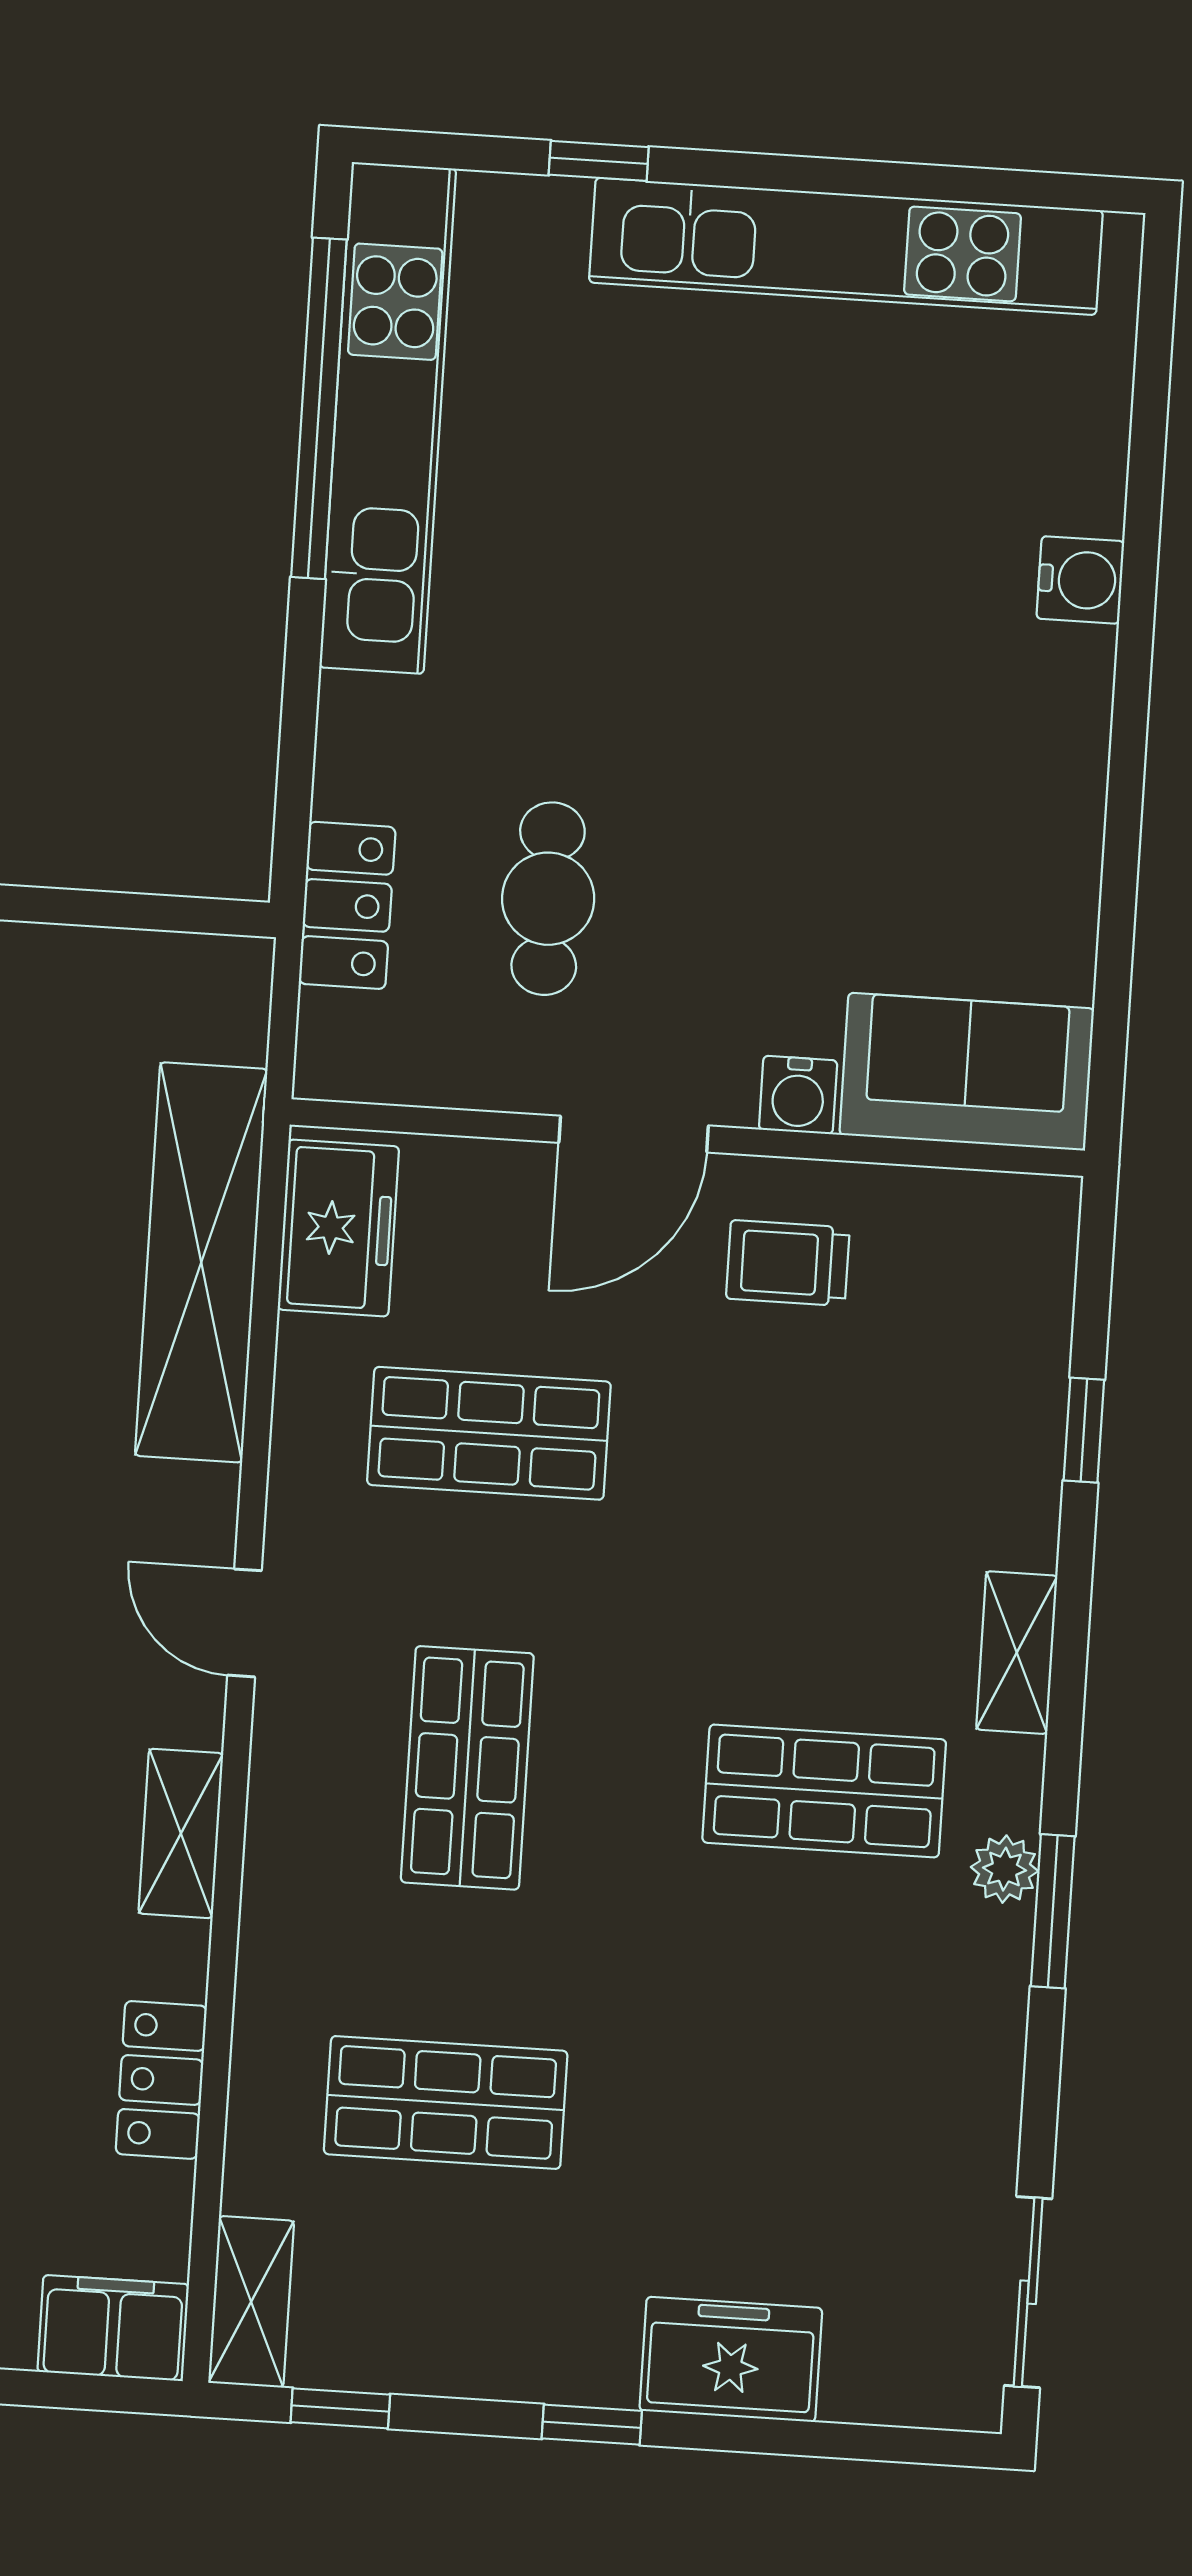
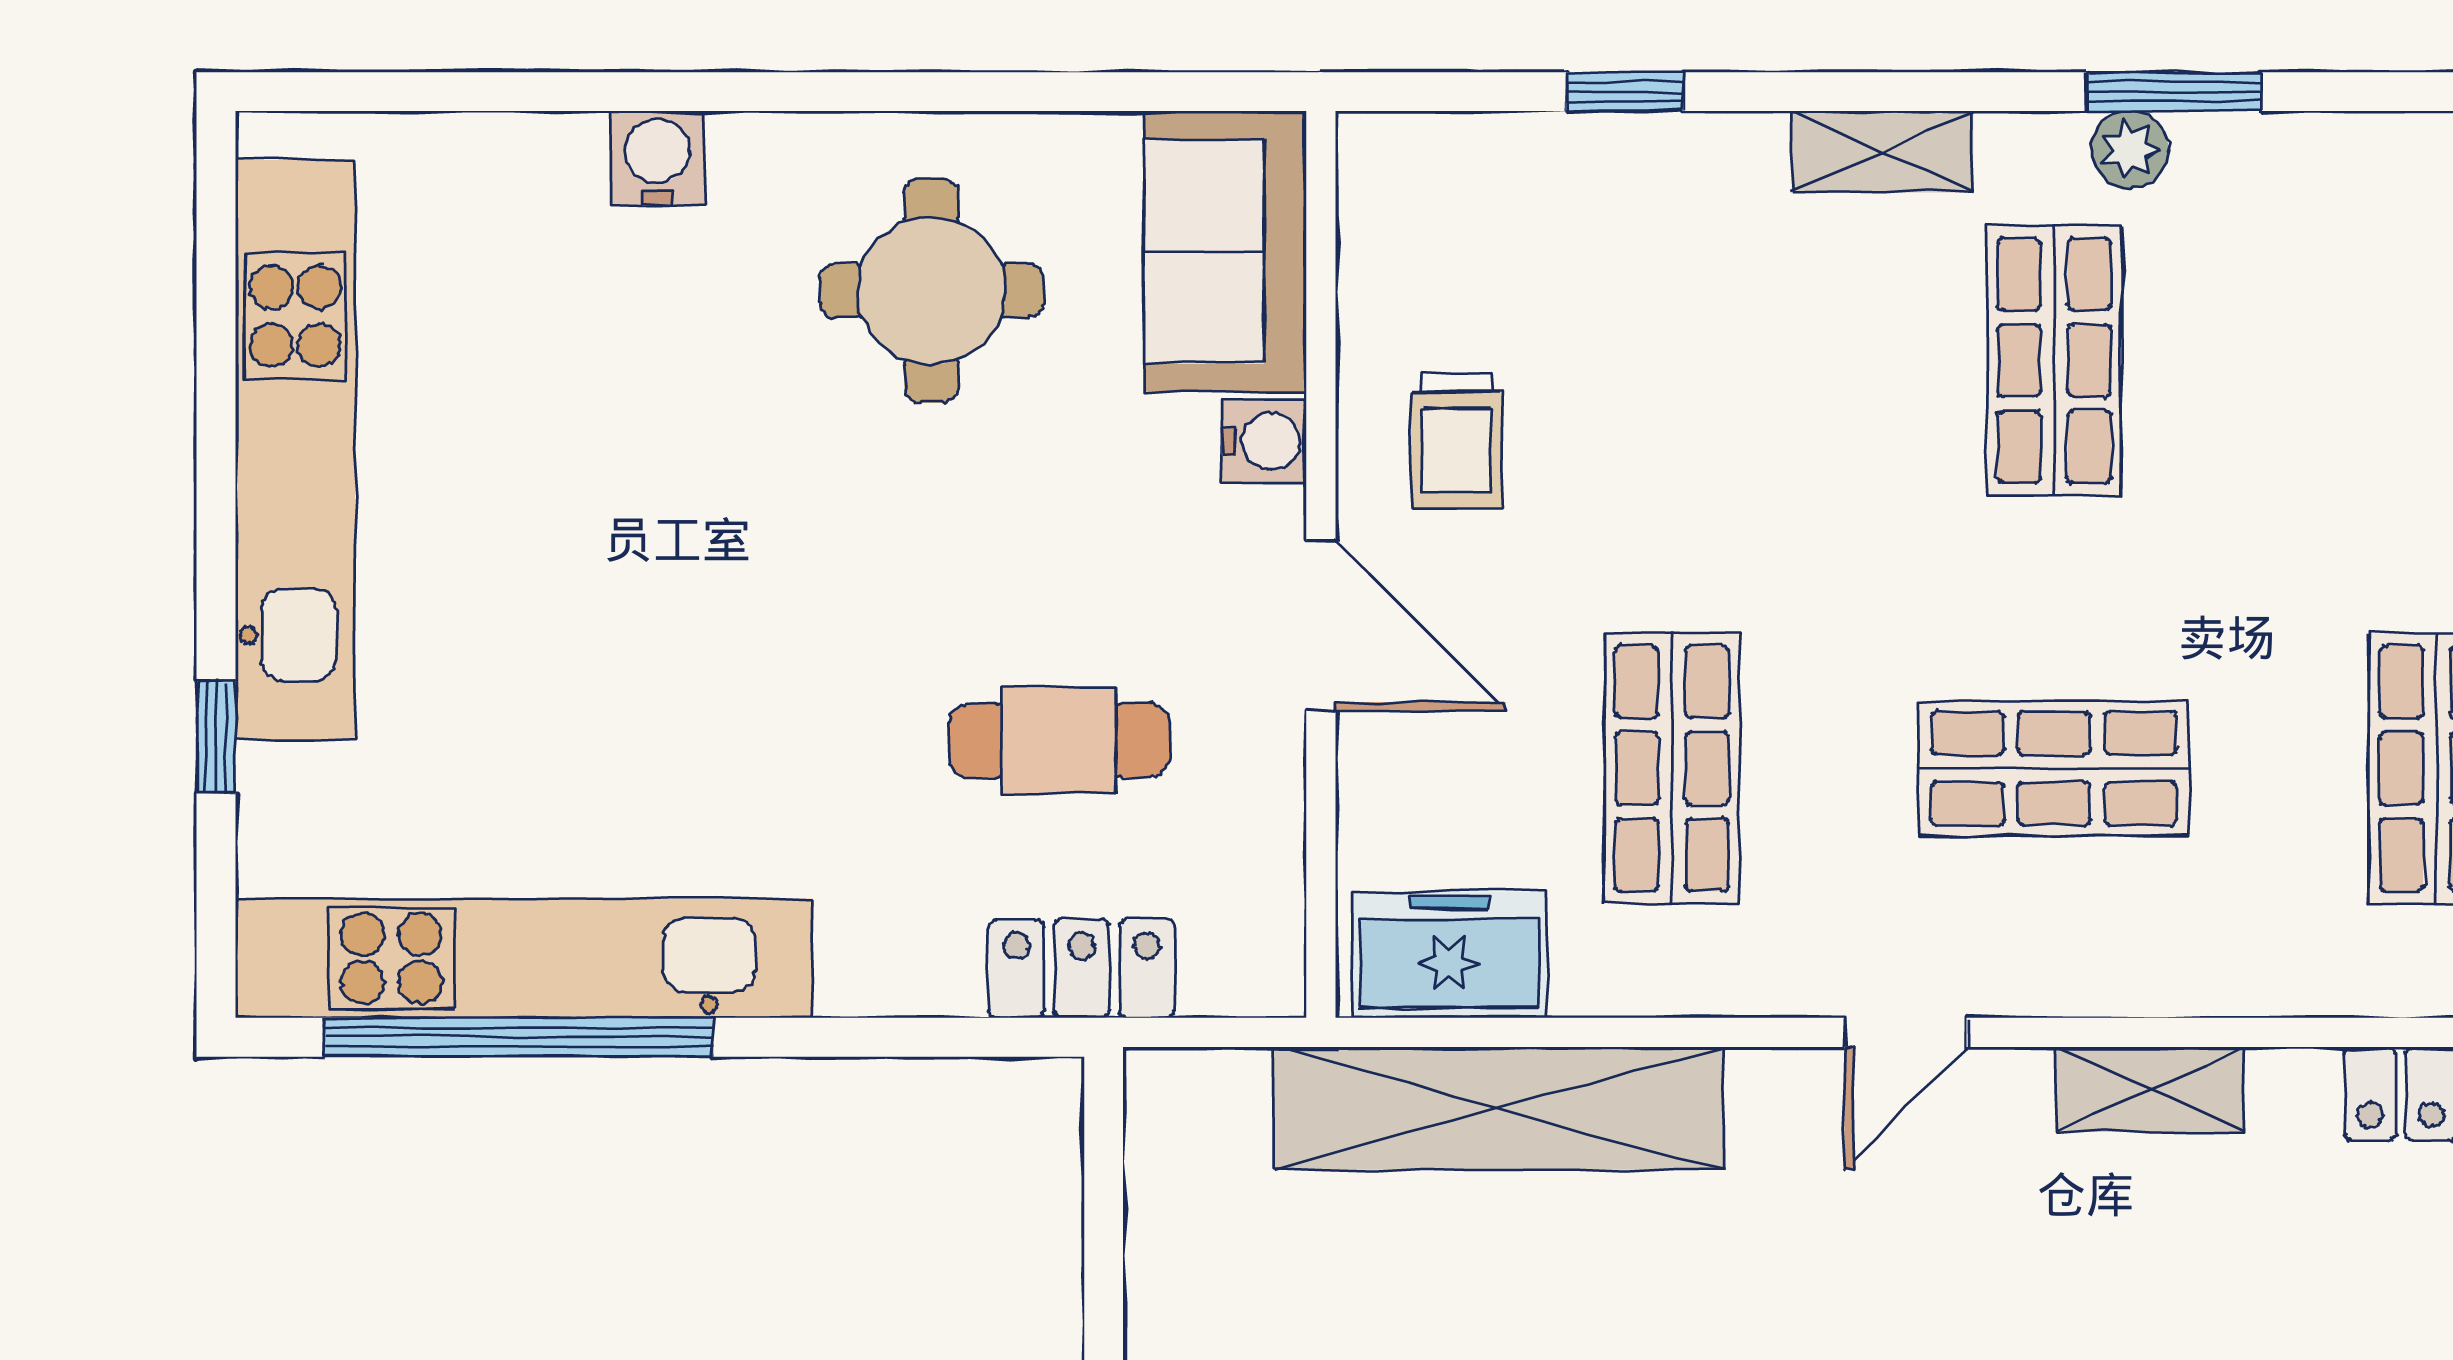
round table: (949, 812) -> (931, 291), added

